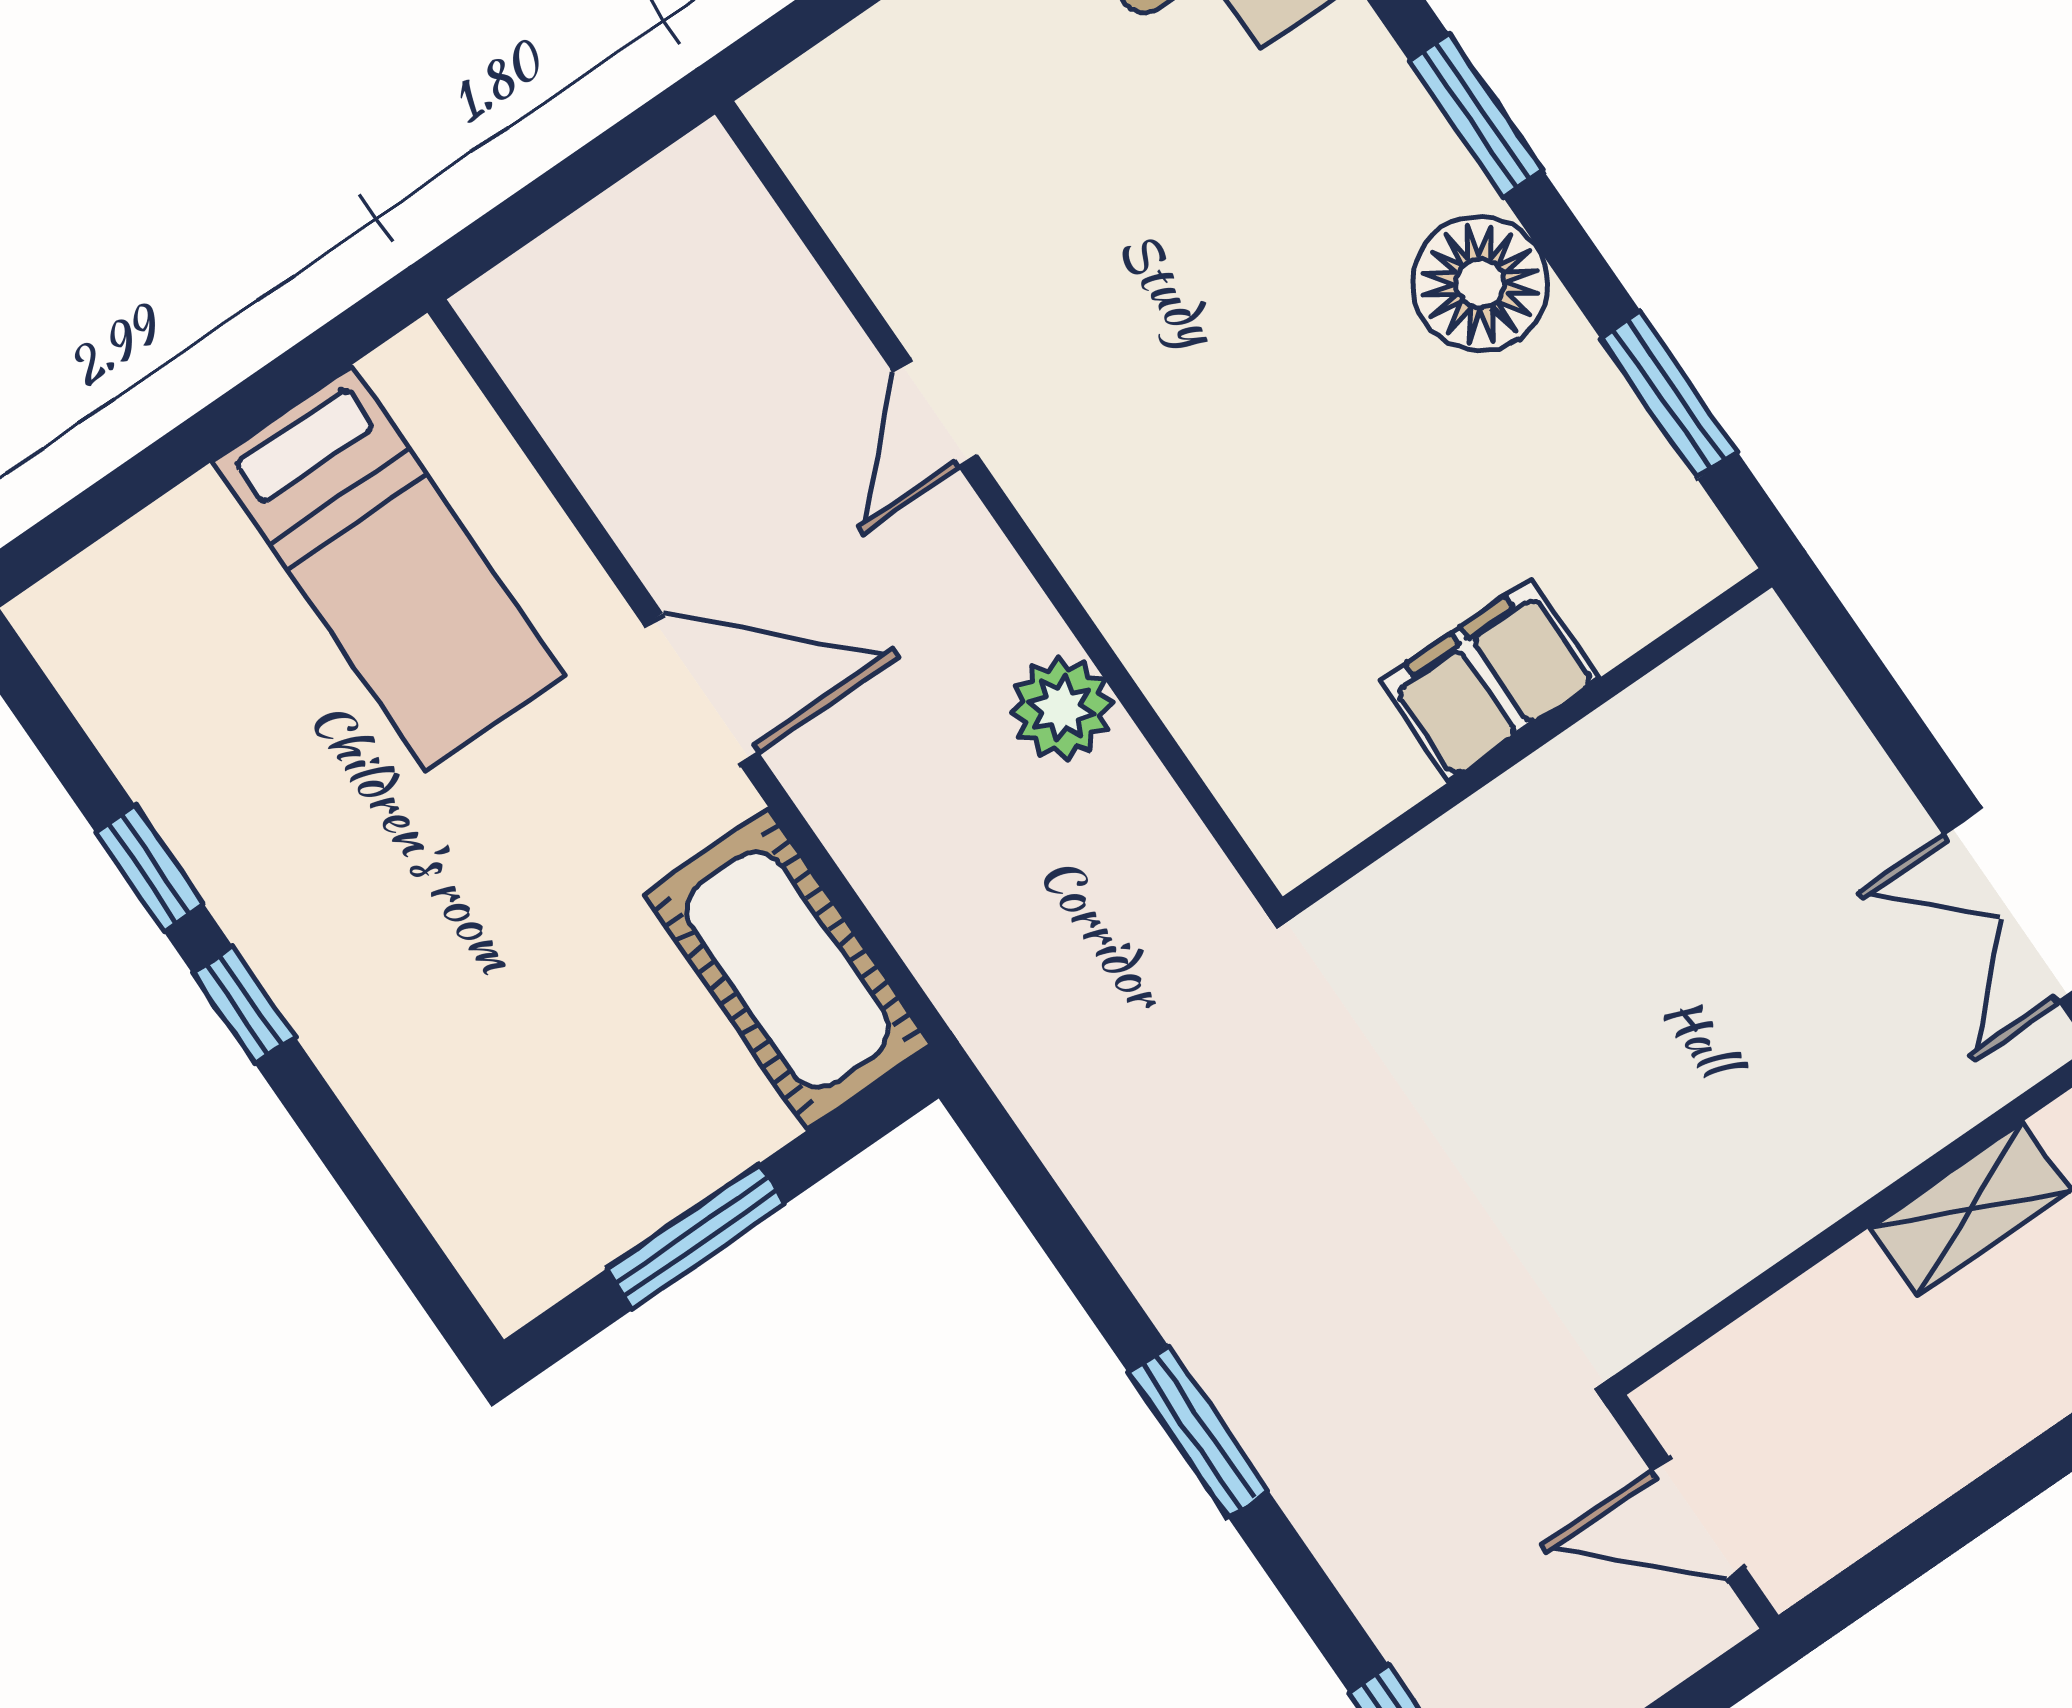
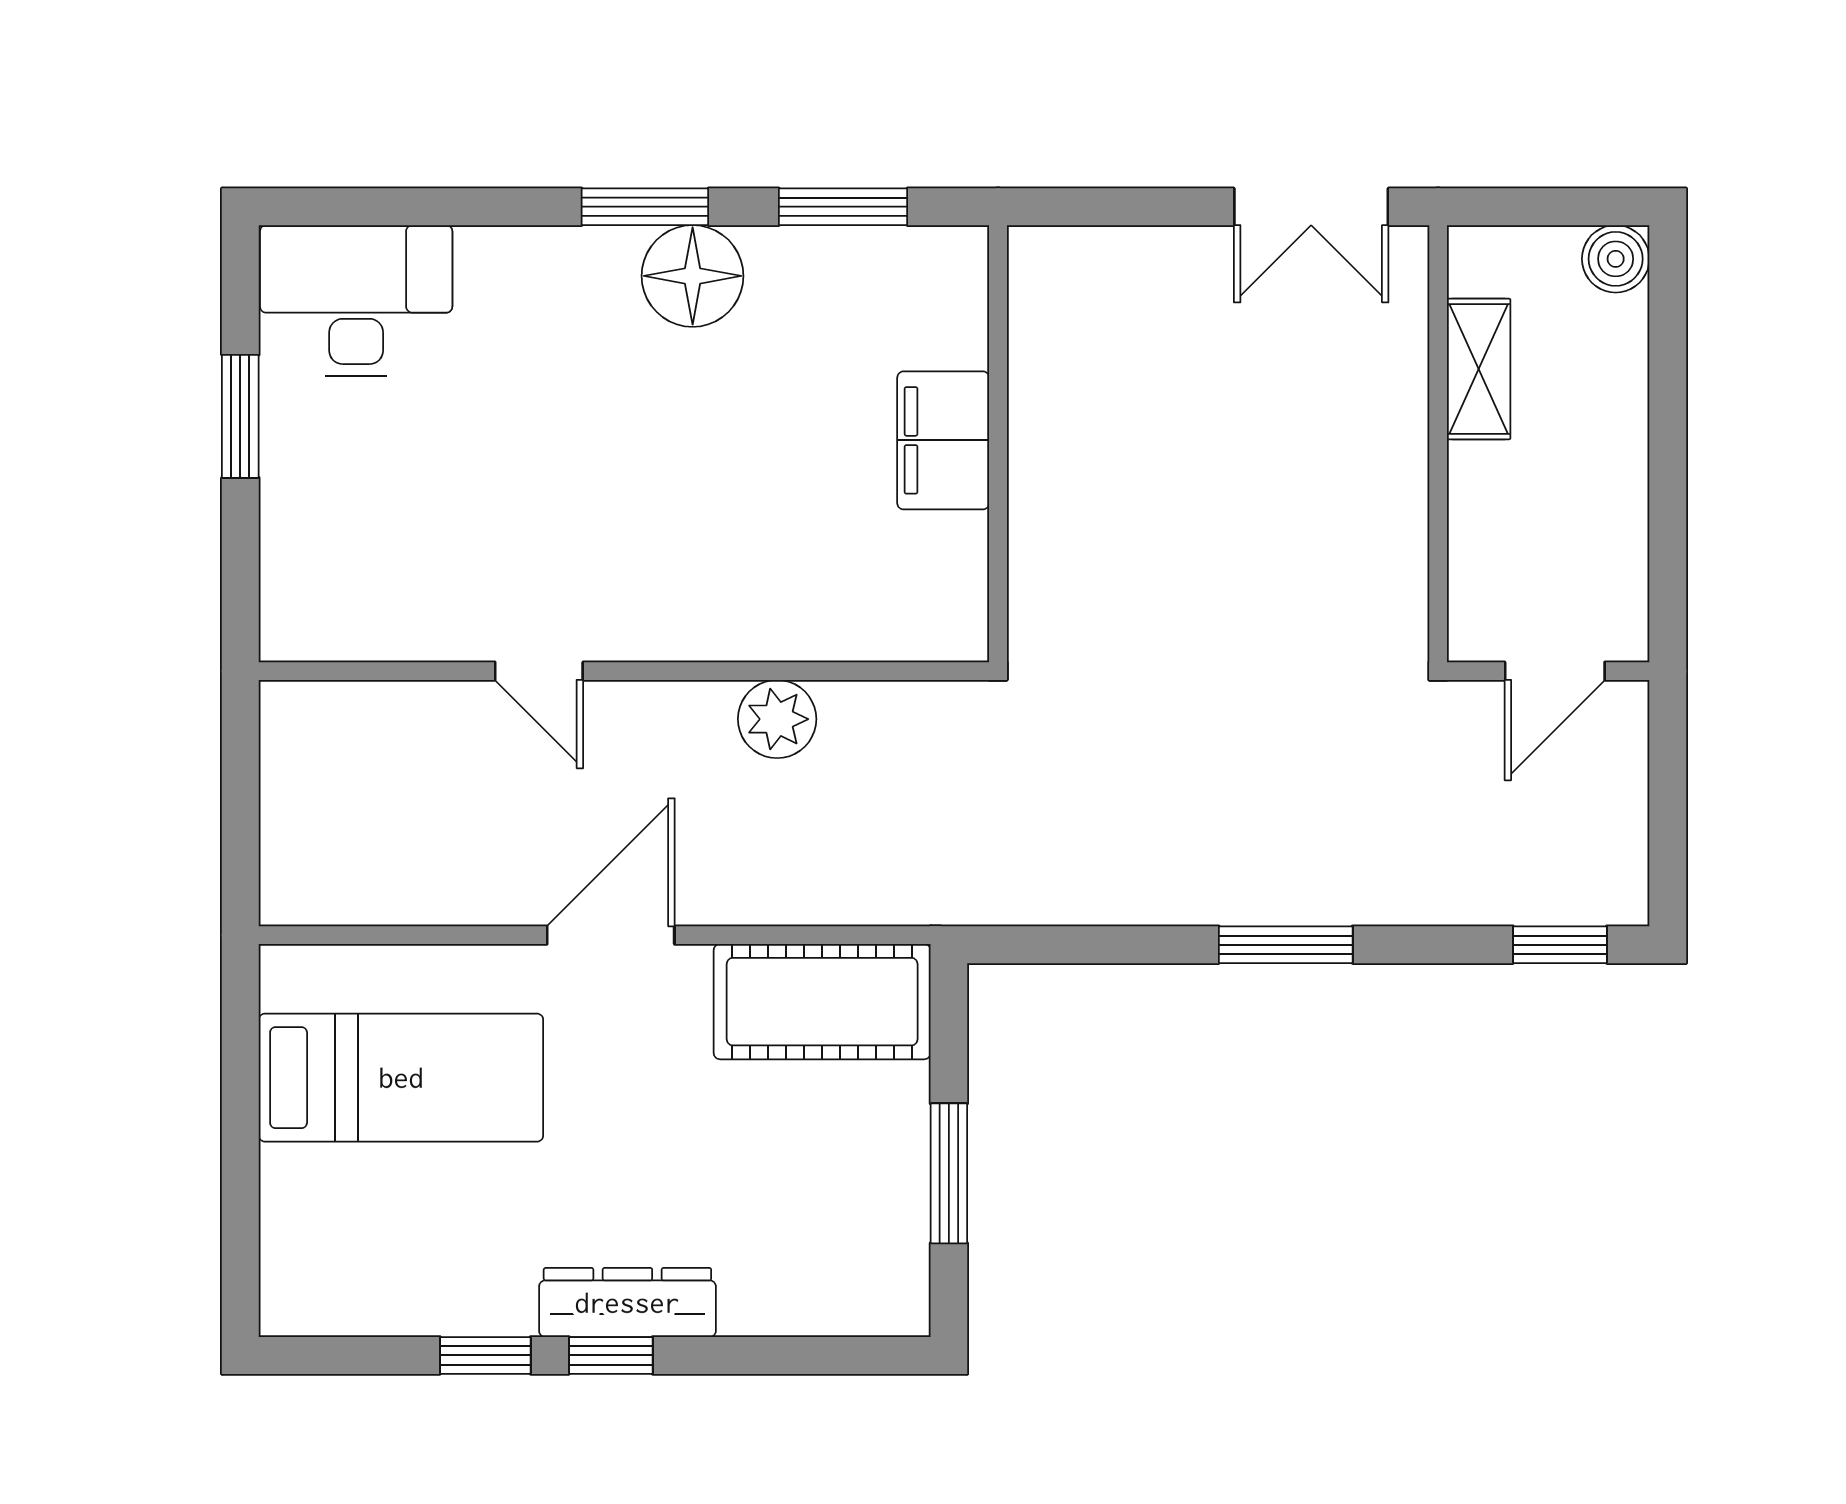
window: (1476, 115) -> (645, 207), moved
dresser: (314, 983) -> (627, 1303), added

